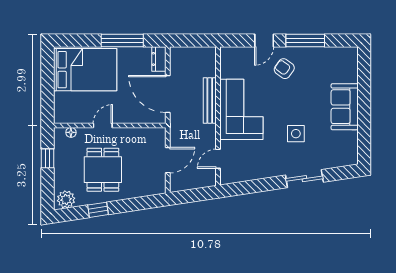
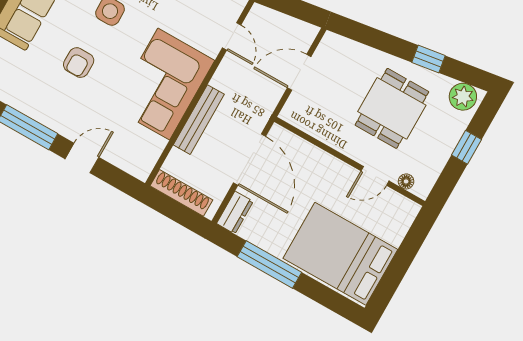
shoe rack: (196, 53) -> (181, 193), added
armchair: (284, 69) -> (79, 63), moved, turned 54
door: (103, 126) -> (375, 176), moved
window: (48, 158) -> (467, 147), moved
door: (218, 159) -> (232, 36), hinge flipped

